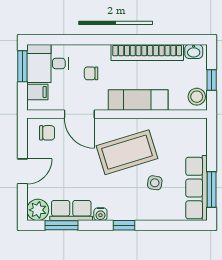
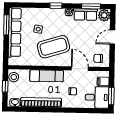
row of seats: (196, 188) -> (15, 32), width x1.36

